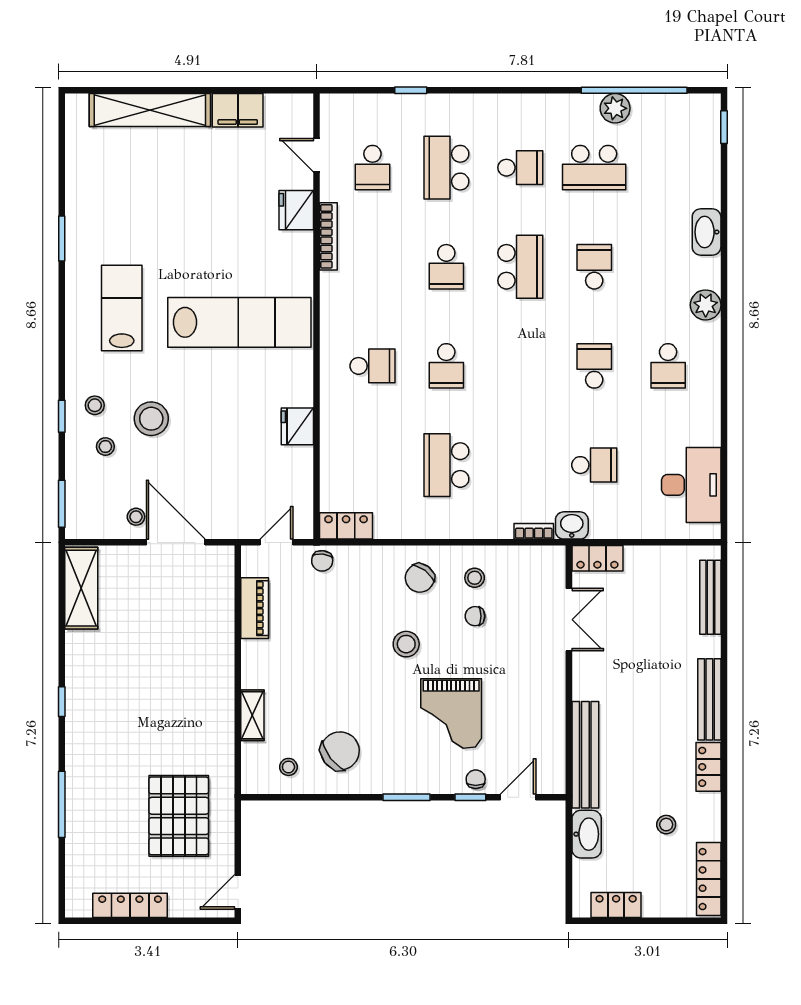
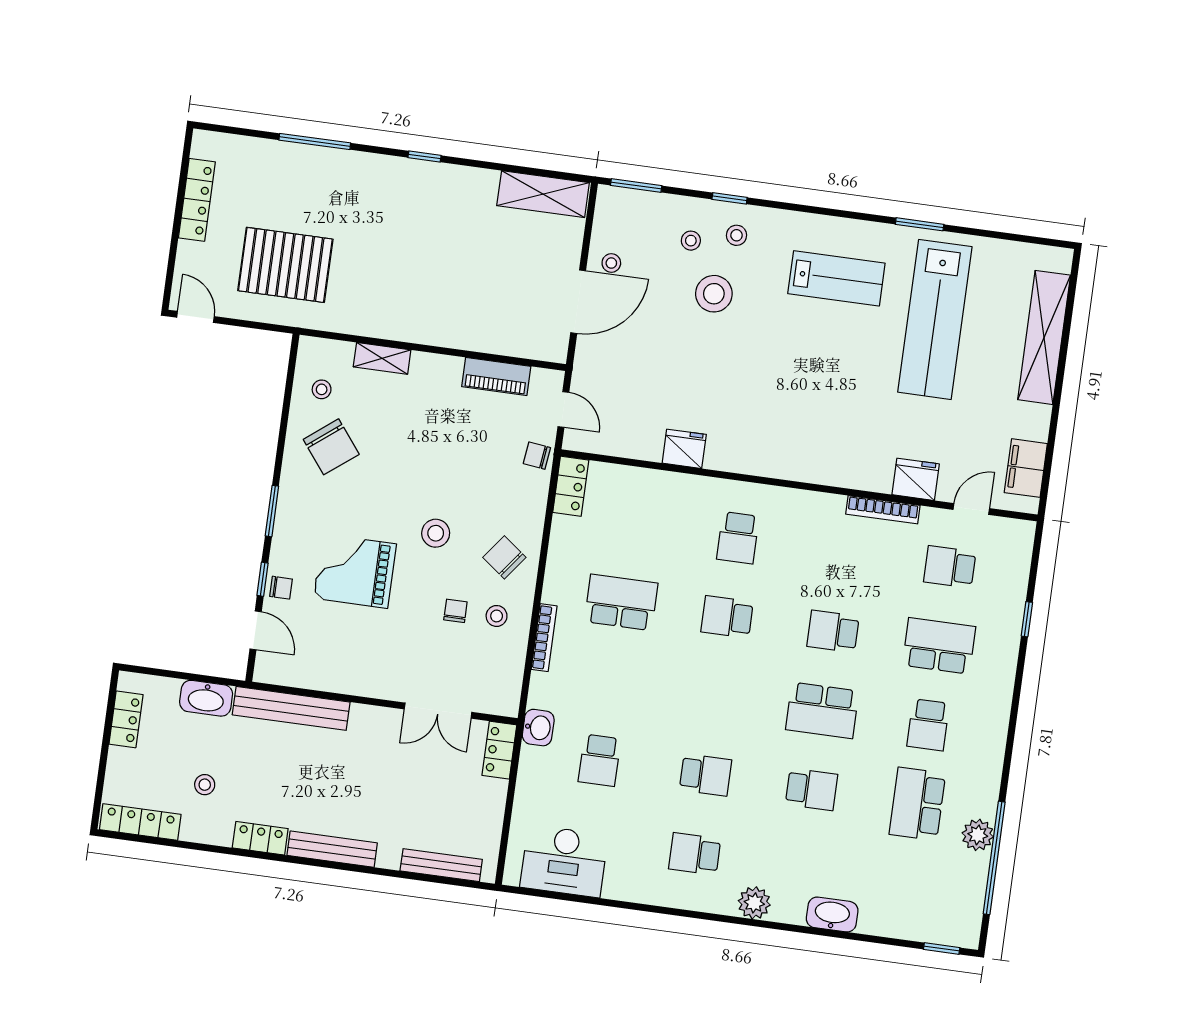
filing cabinet: (238, 110) -> (1026, 468), moved
lab bench: (239, 322) -> (935, 319), moved
bookcase: (534, 531) -> (544, 638), moved, width x1.56

